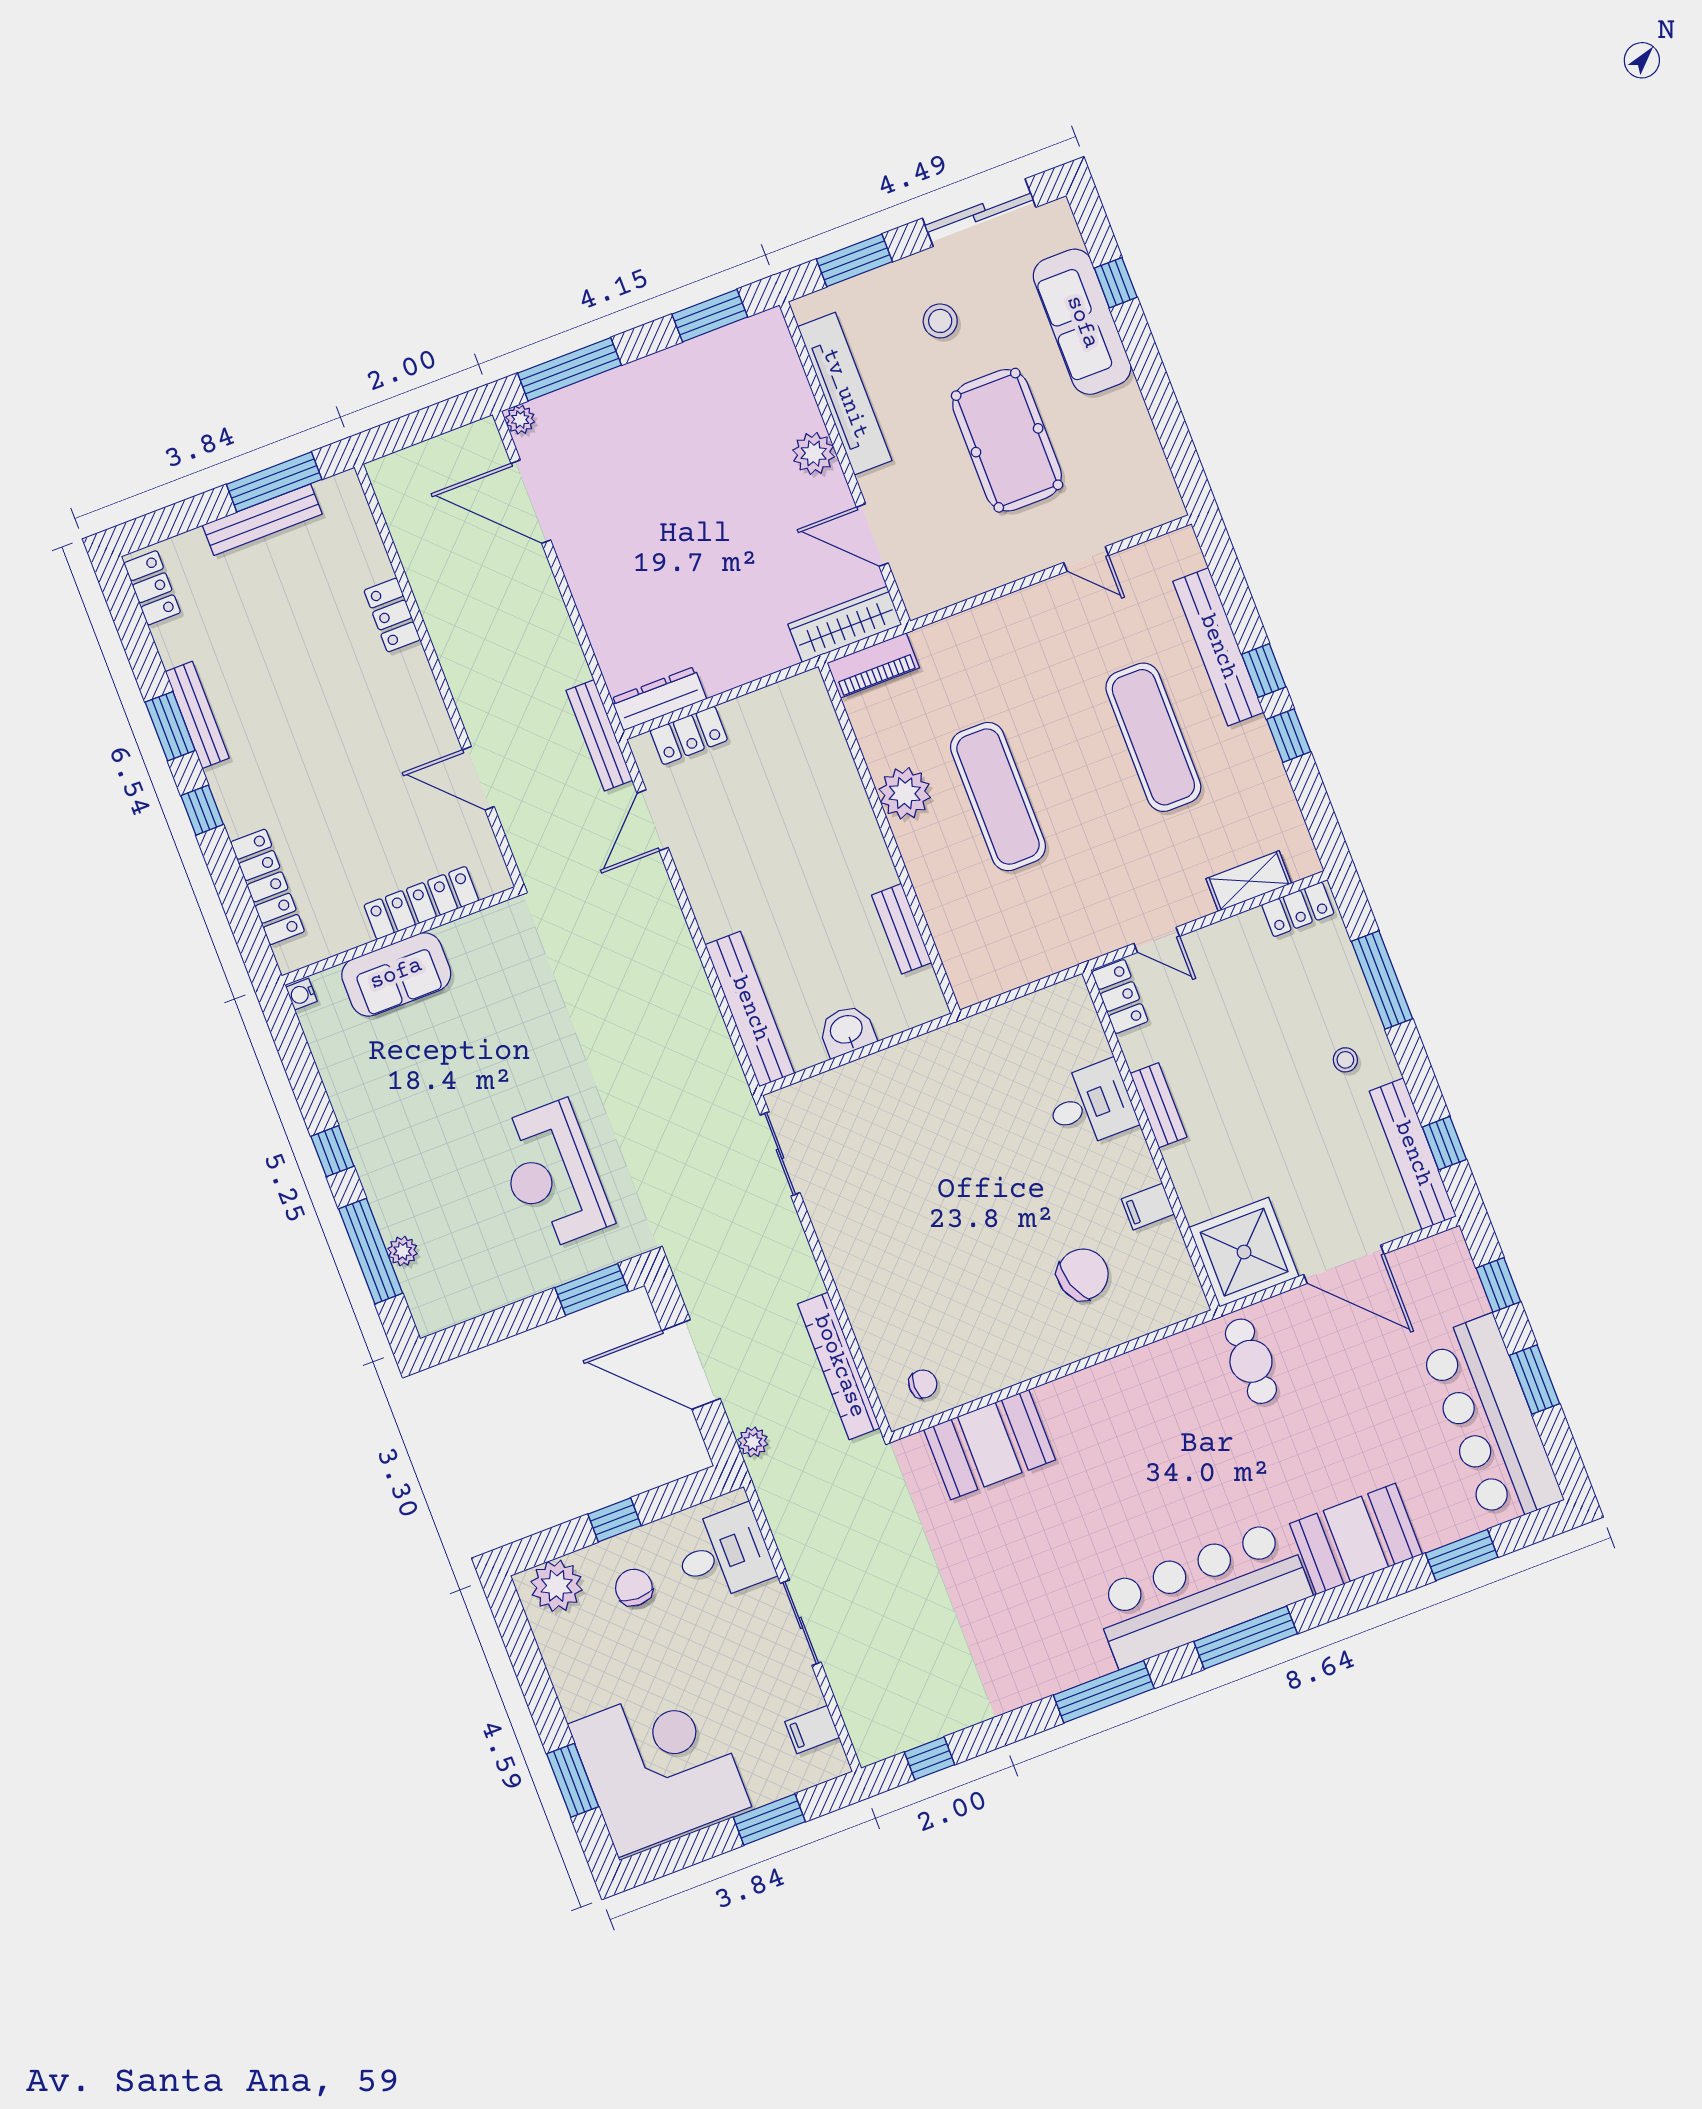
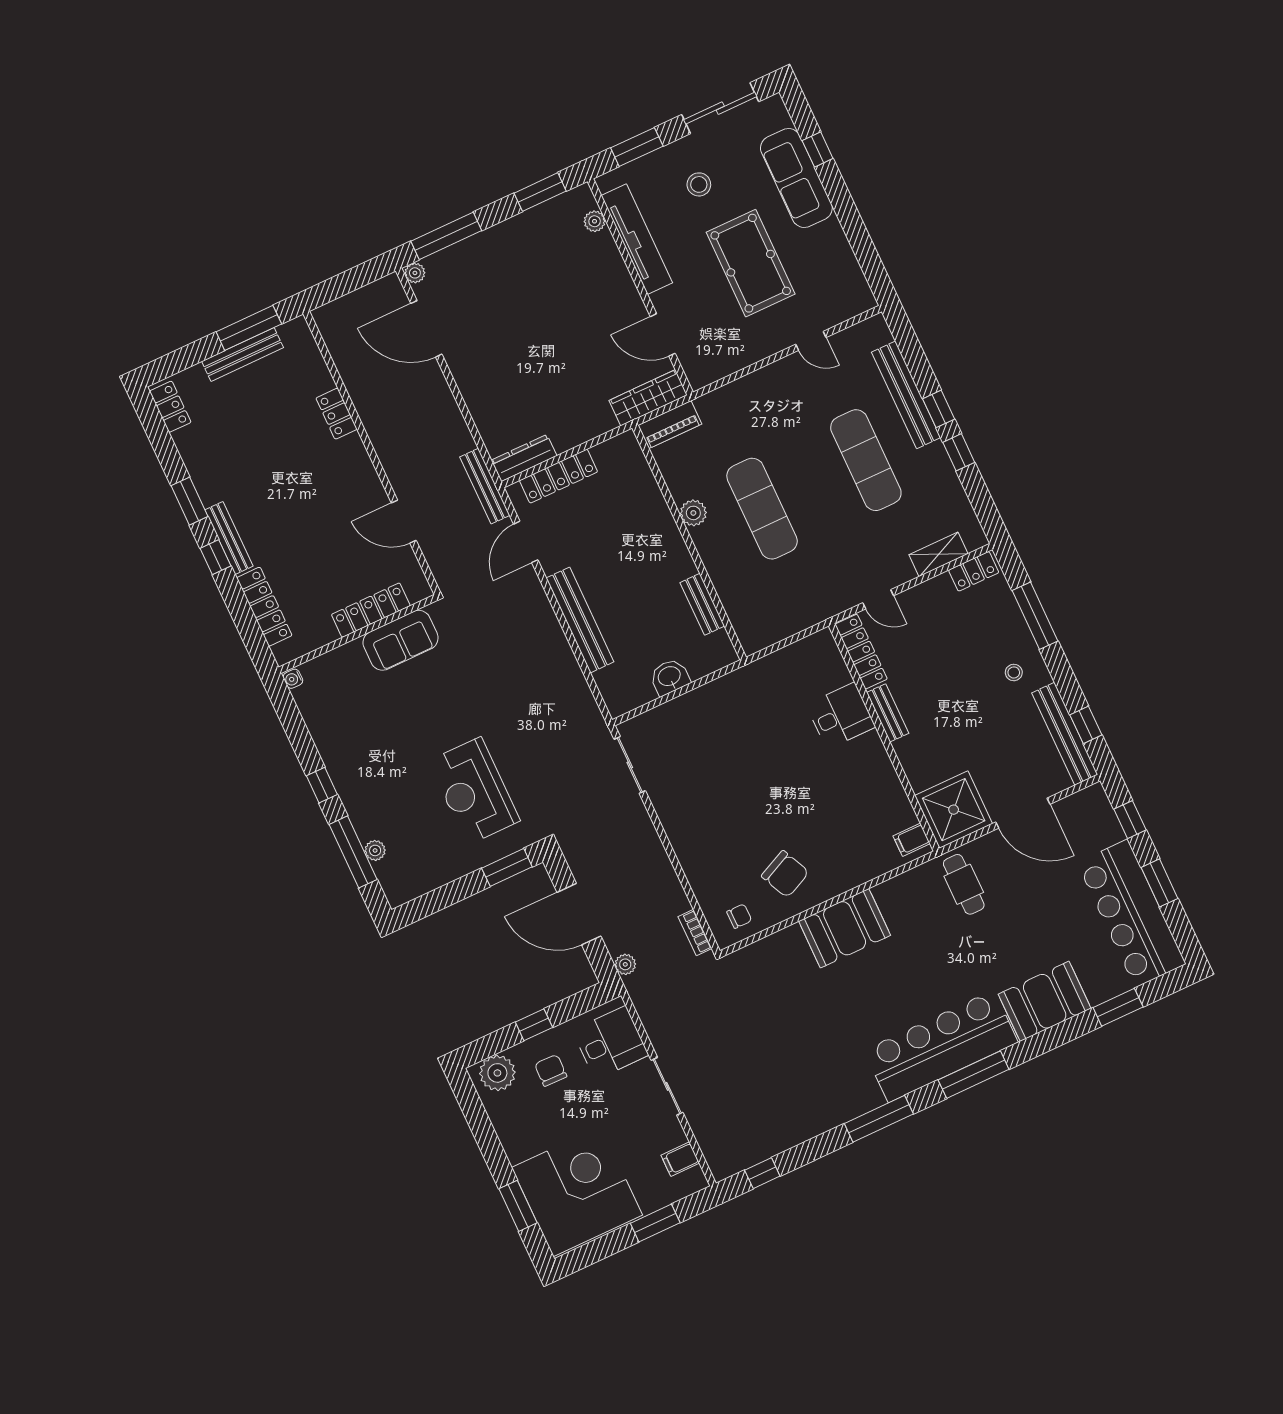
plant: (814, 453) -> (595, 221), moved, width x0.73, depth x0.73
bench: (197, 715) -> (229, 538), moved
locker: (689, 735) -> (559, 476), width x1.53
plant: (905, 793) -> (693, 513), width x0.73, depth x0.73
sofa: (396, 974) -> (401, 640), moved
locker: (1120, 997) -> (861, 652), width x1.53
bench: (750, 1009) -> (580, 620), moved
filing cabinet: (1148, 1207) -> (912, 840), moved
chair: (1083, 1274) -> (785, 874), moved, turned 83
bookcase: (839, 1366) -> (695, 933), width x0.43, depth x0.76
booth: (990, 1445) -> (845, 928), moved

